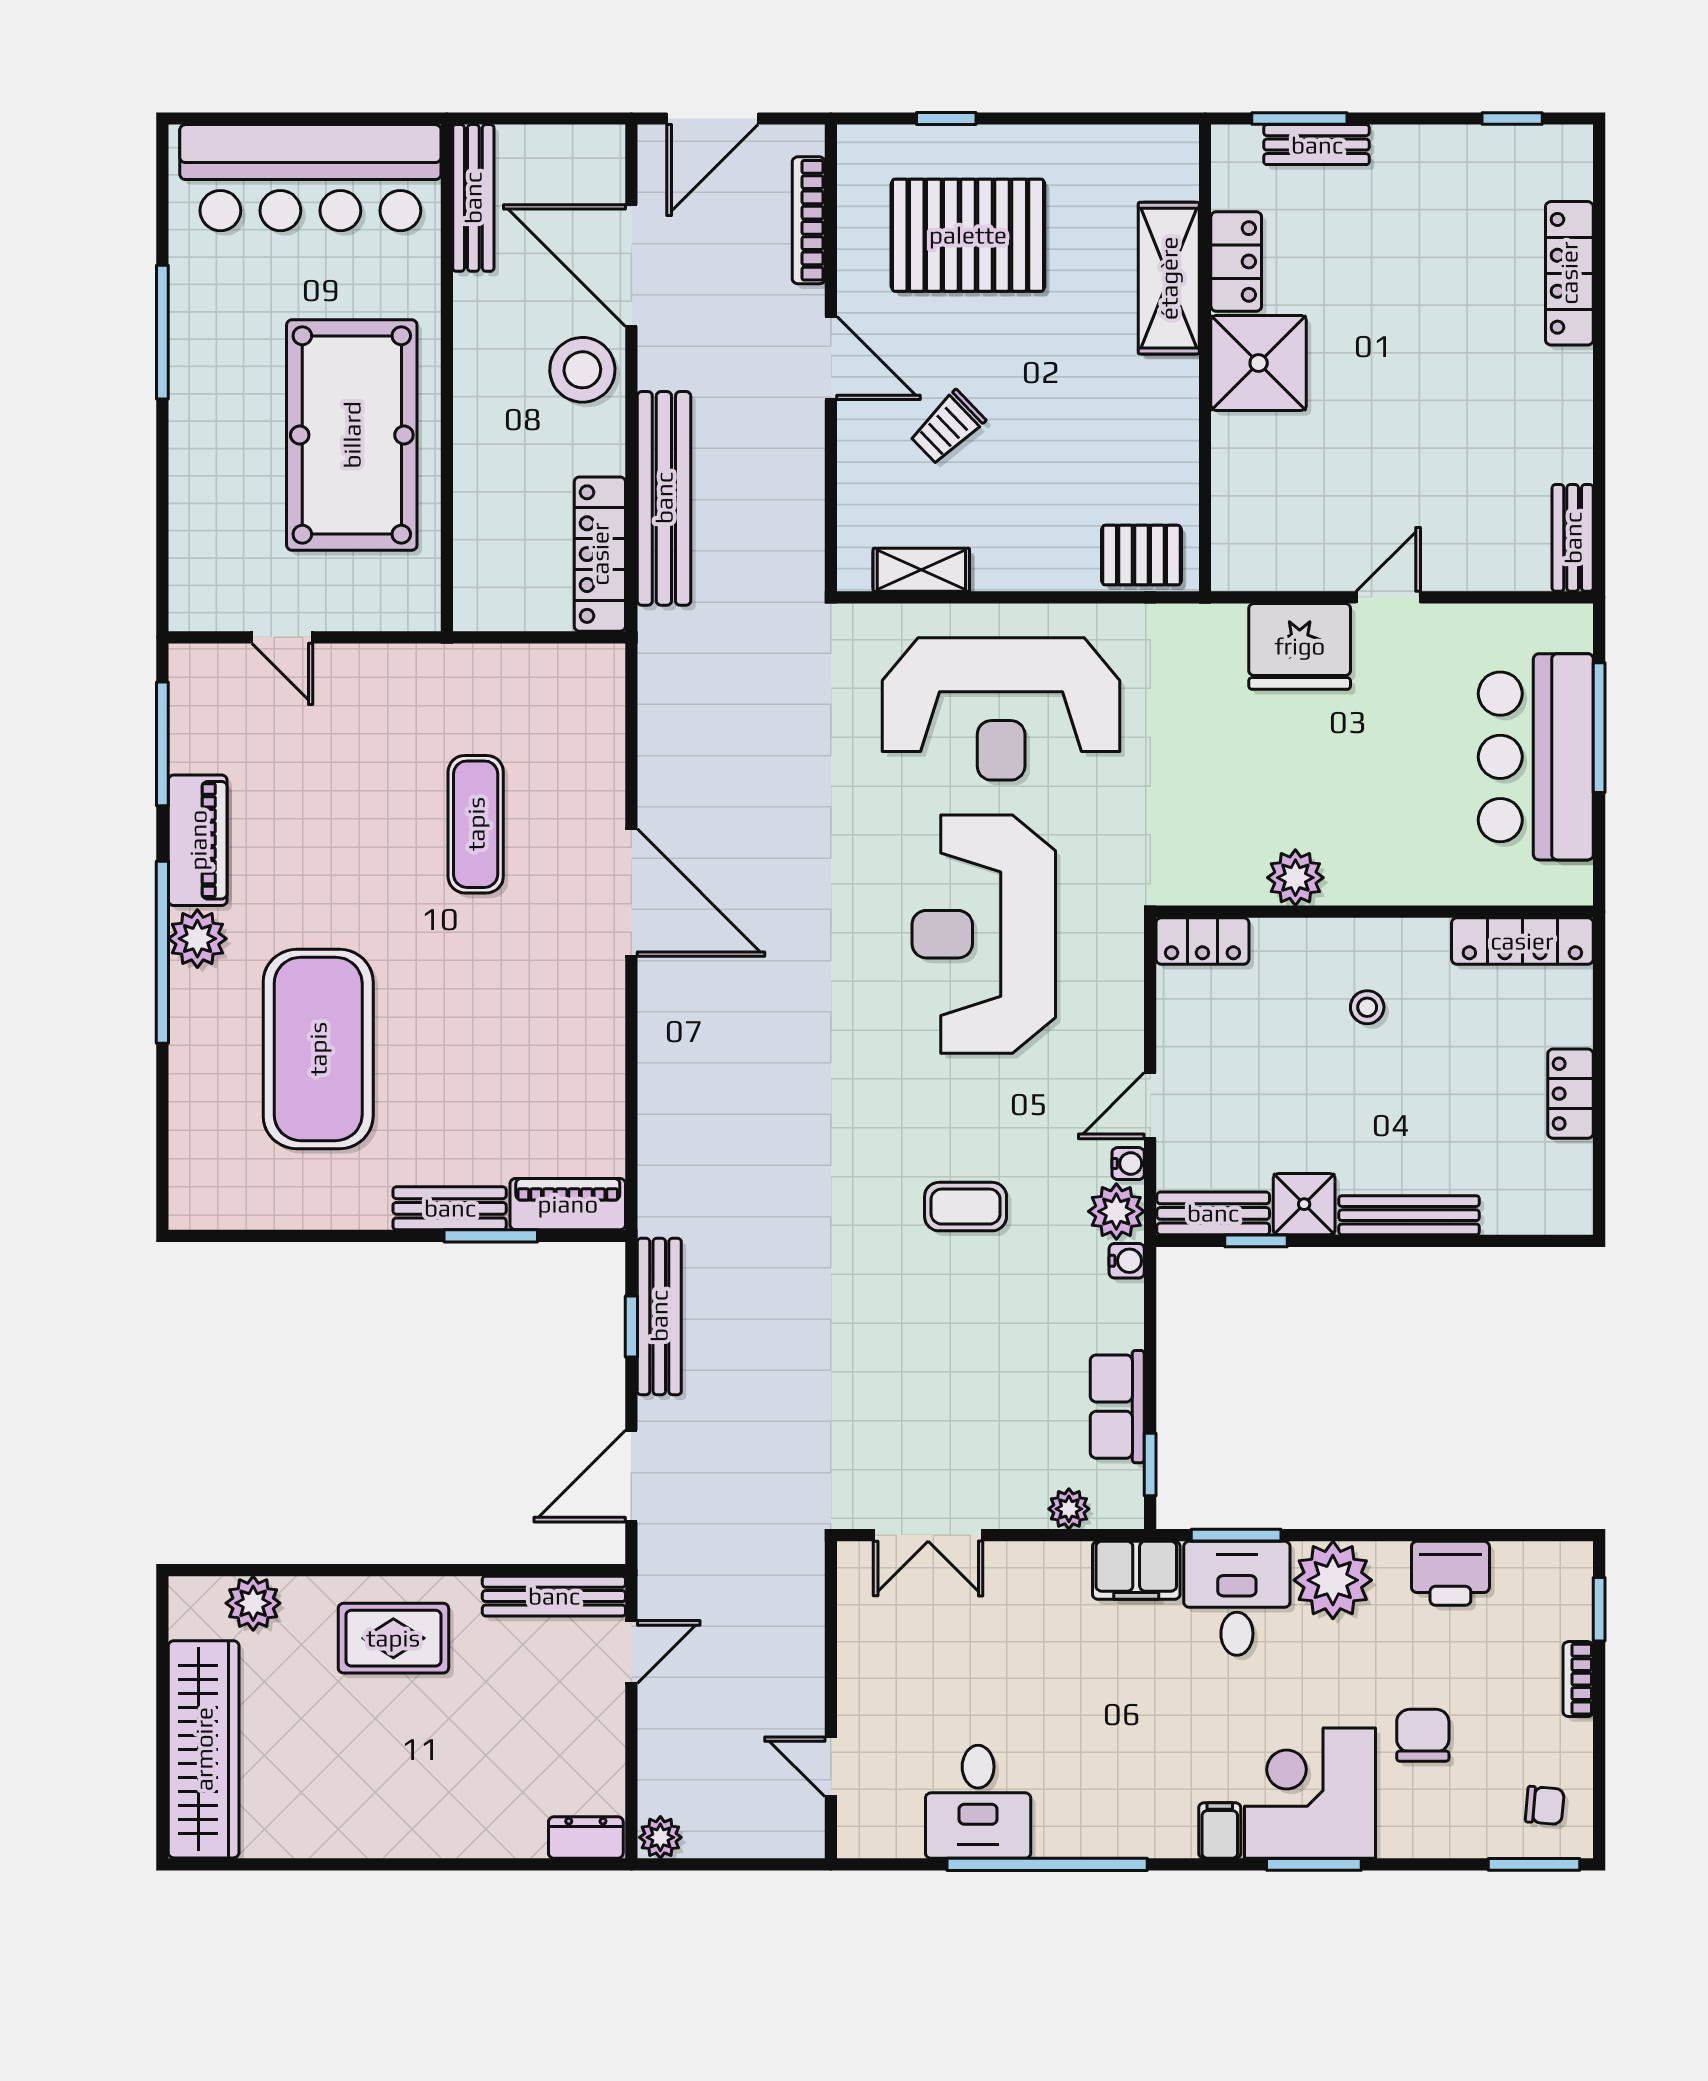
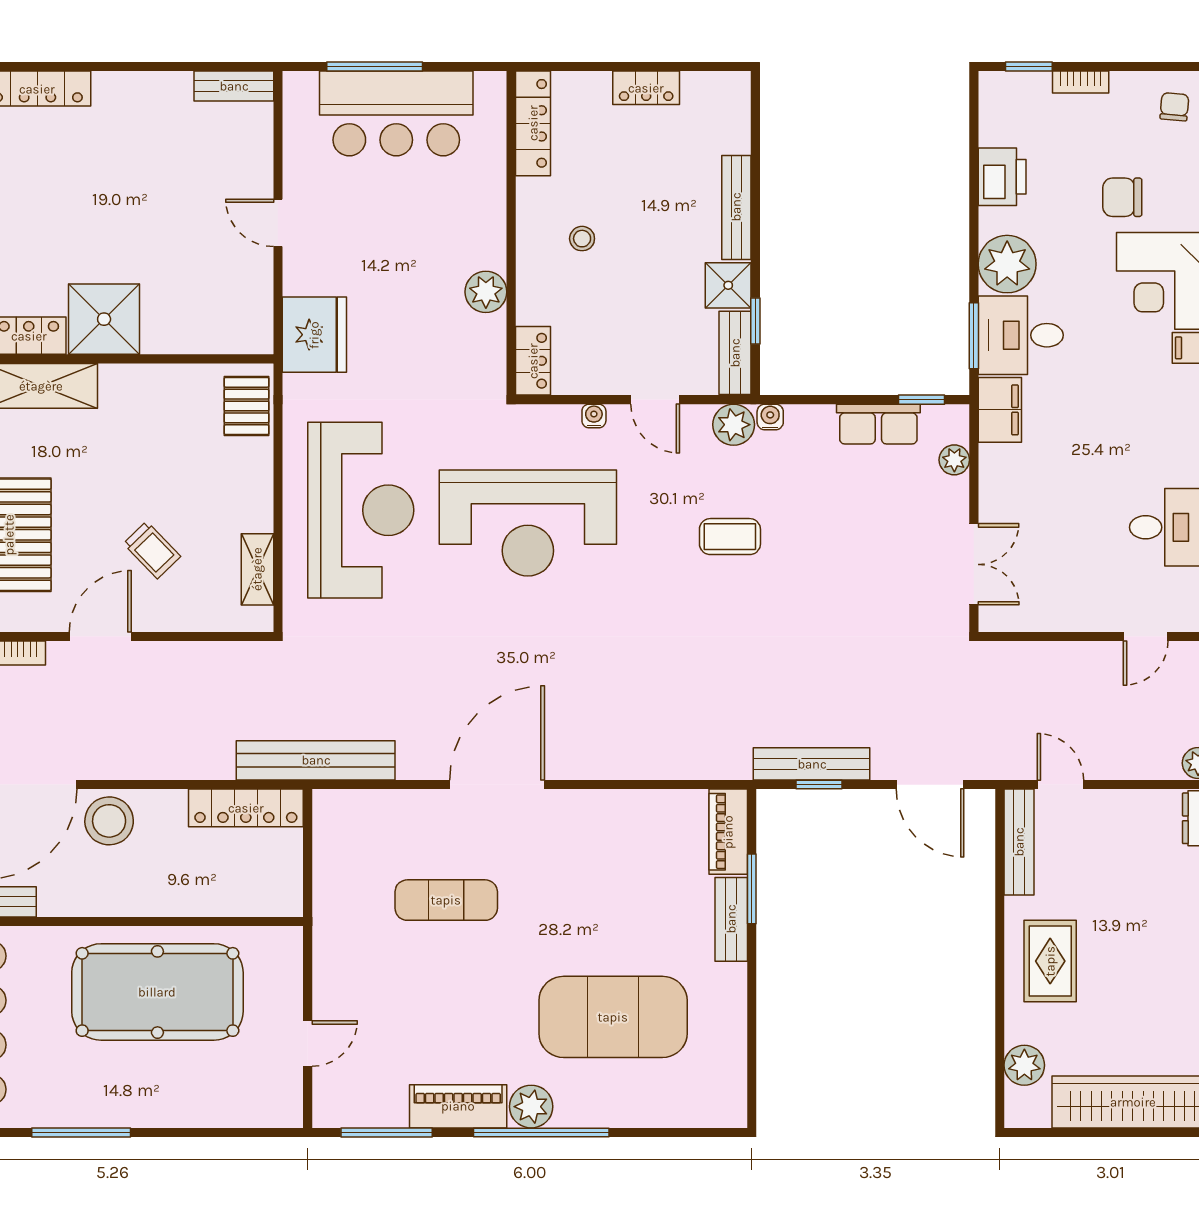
bench: (664, 498) -> (316, 760), moved
fridge: (1300, 646) -> (314, 335), moved
water cooler: (1128, 1164) -> (594, 416), moved
coffee table: (966, 1207) -> (730, 537), turned 90

